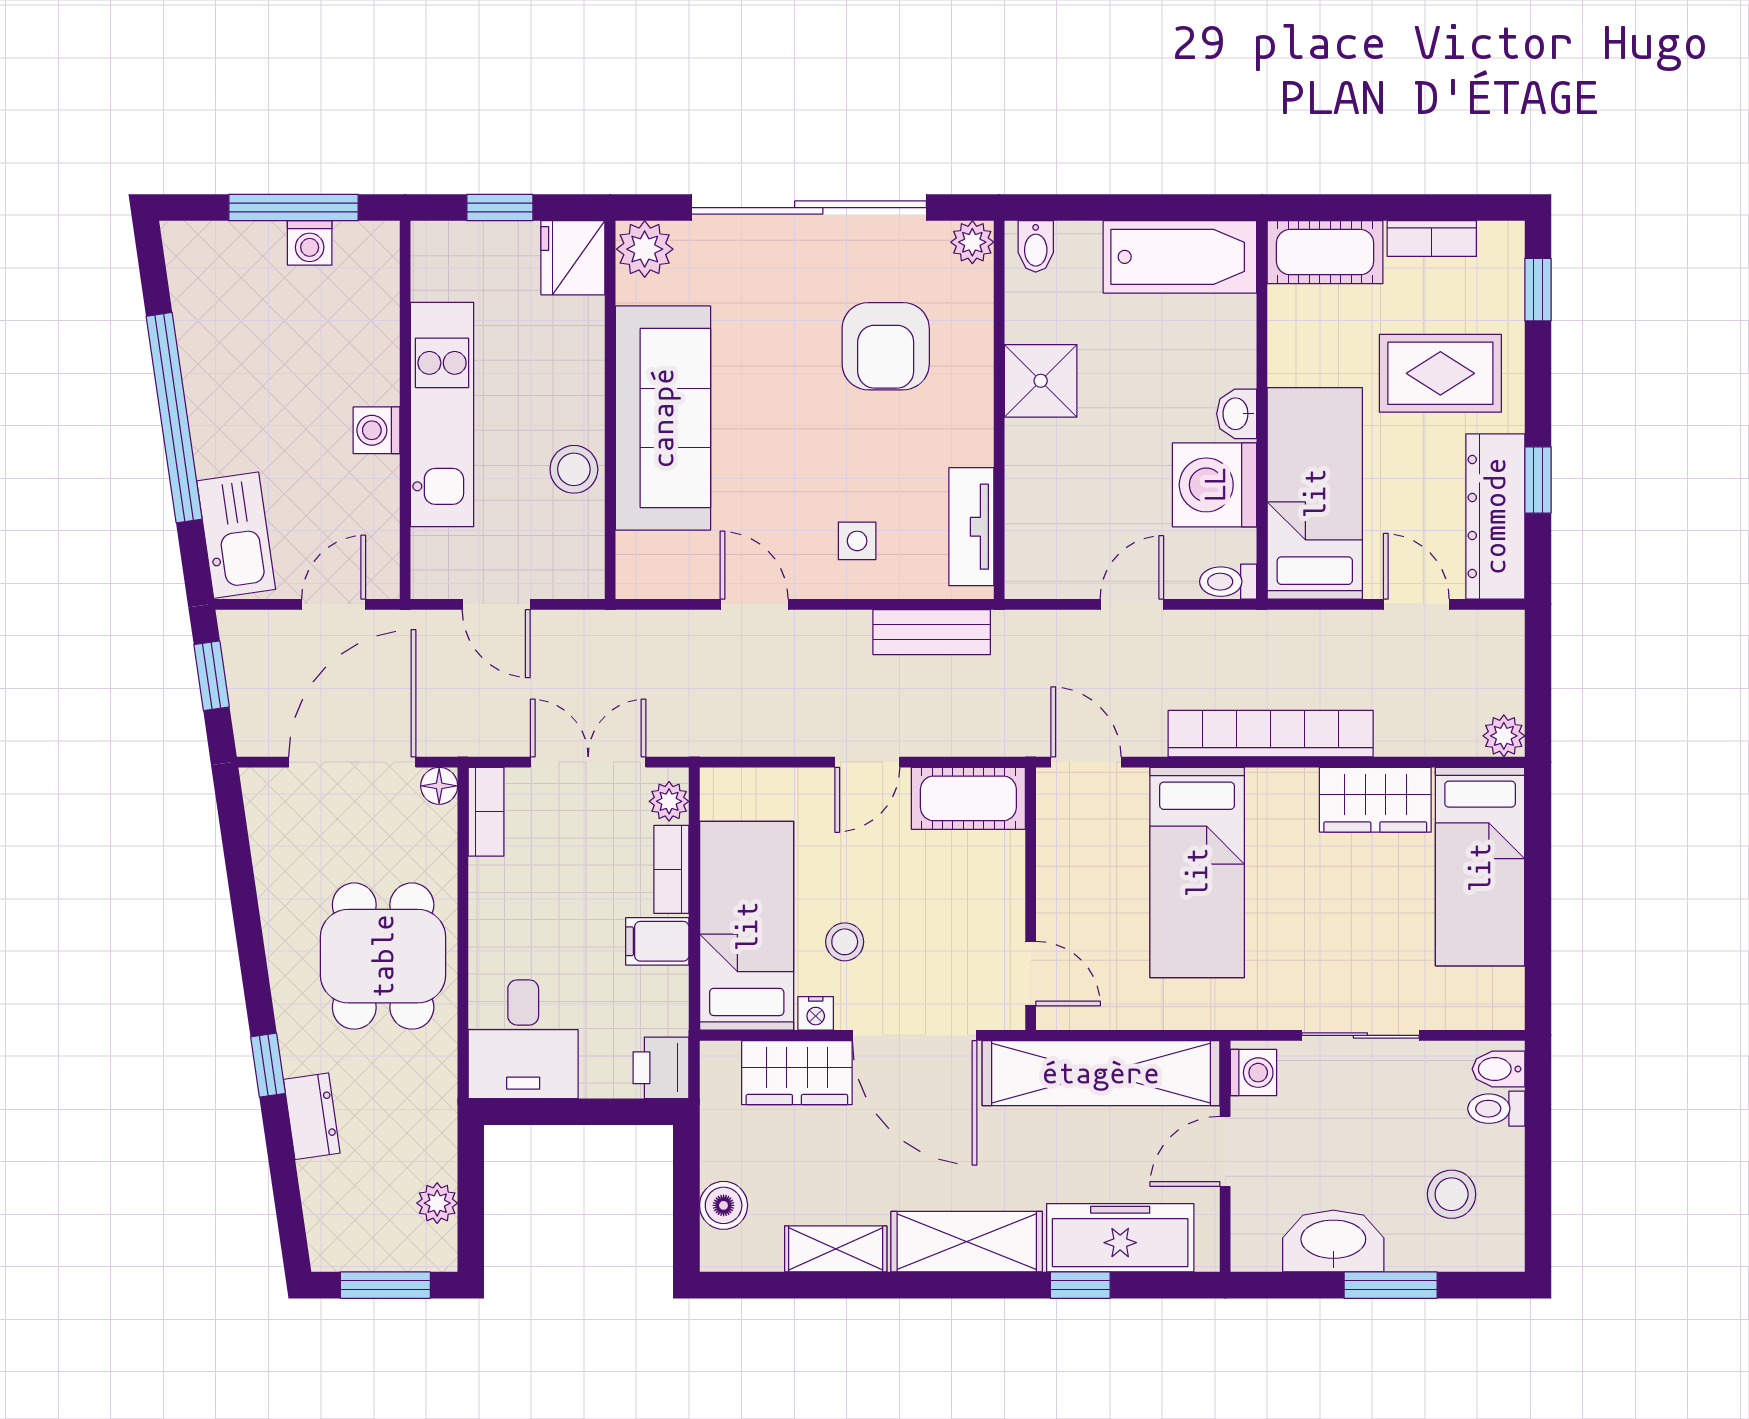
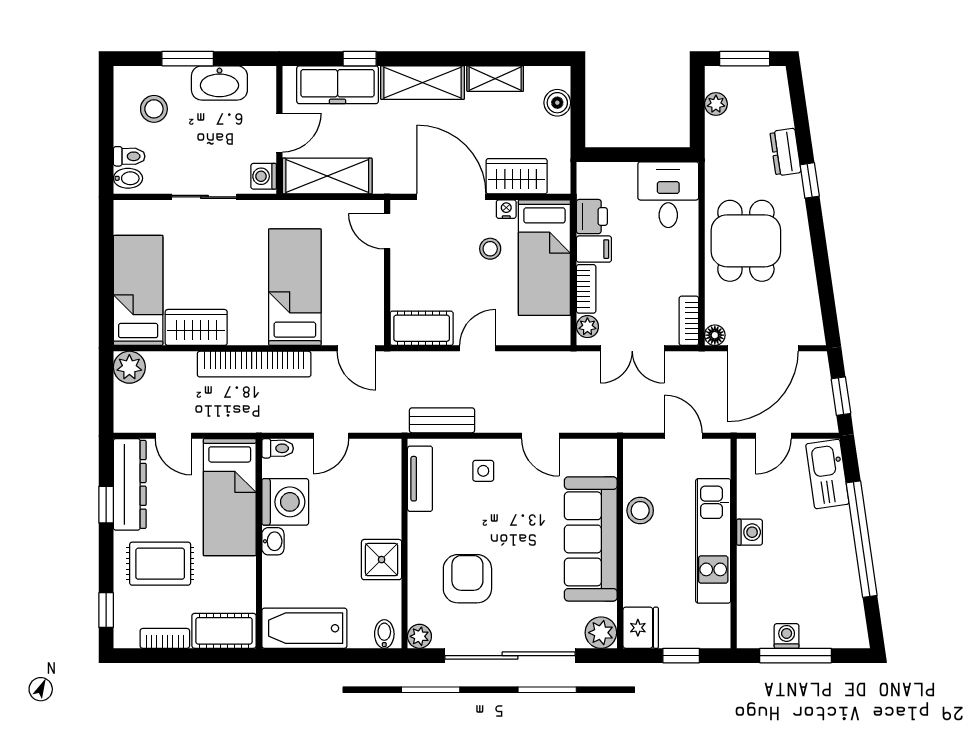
plant: (1504, 736) -> (129, 367), width x1.38, depth x1.38
printer: (661, 1068) -> (592, 217), moved
shelving: (1101, 1073) -> (327, 176), width x0.68

